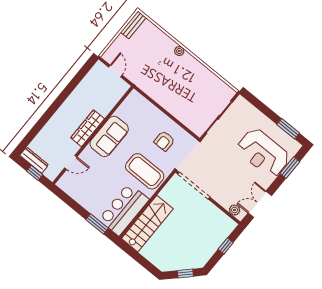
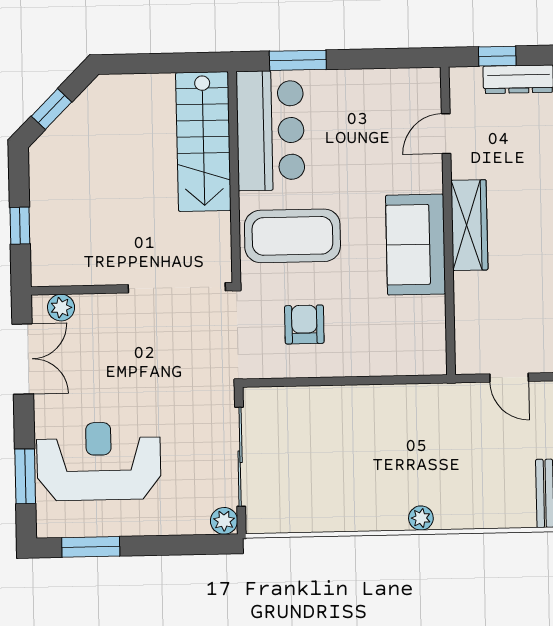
plant: (240, 102) -> (224, 521), added

